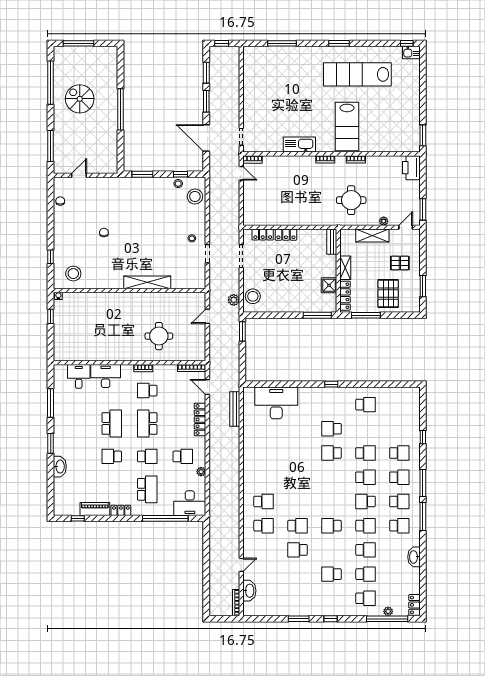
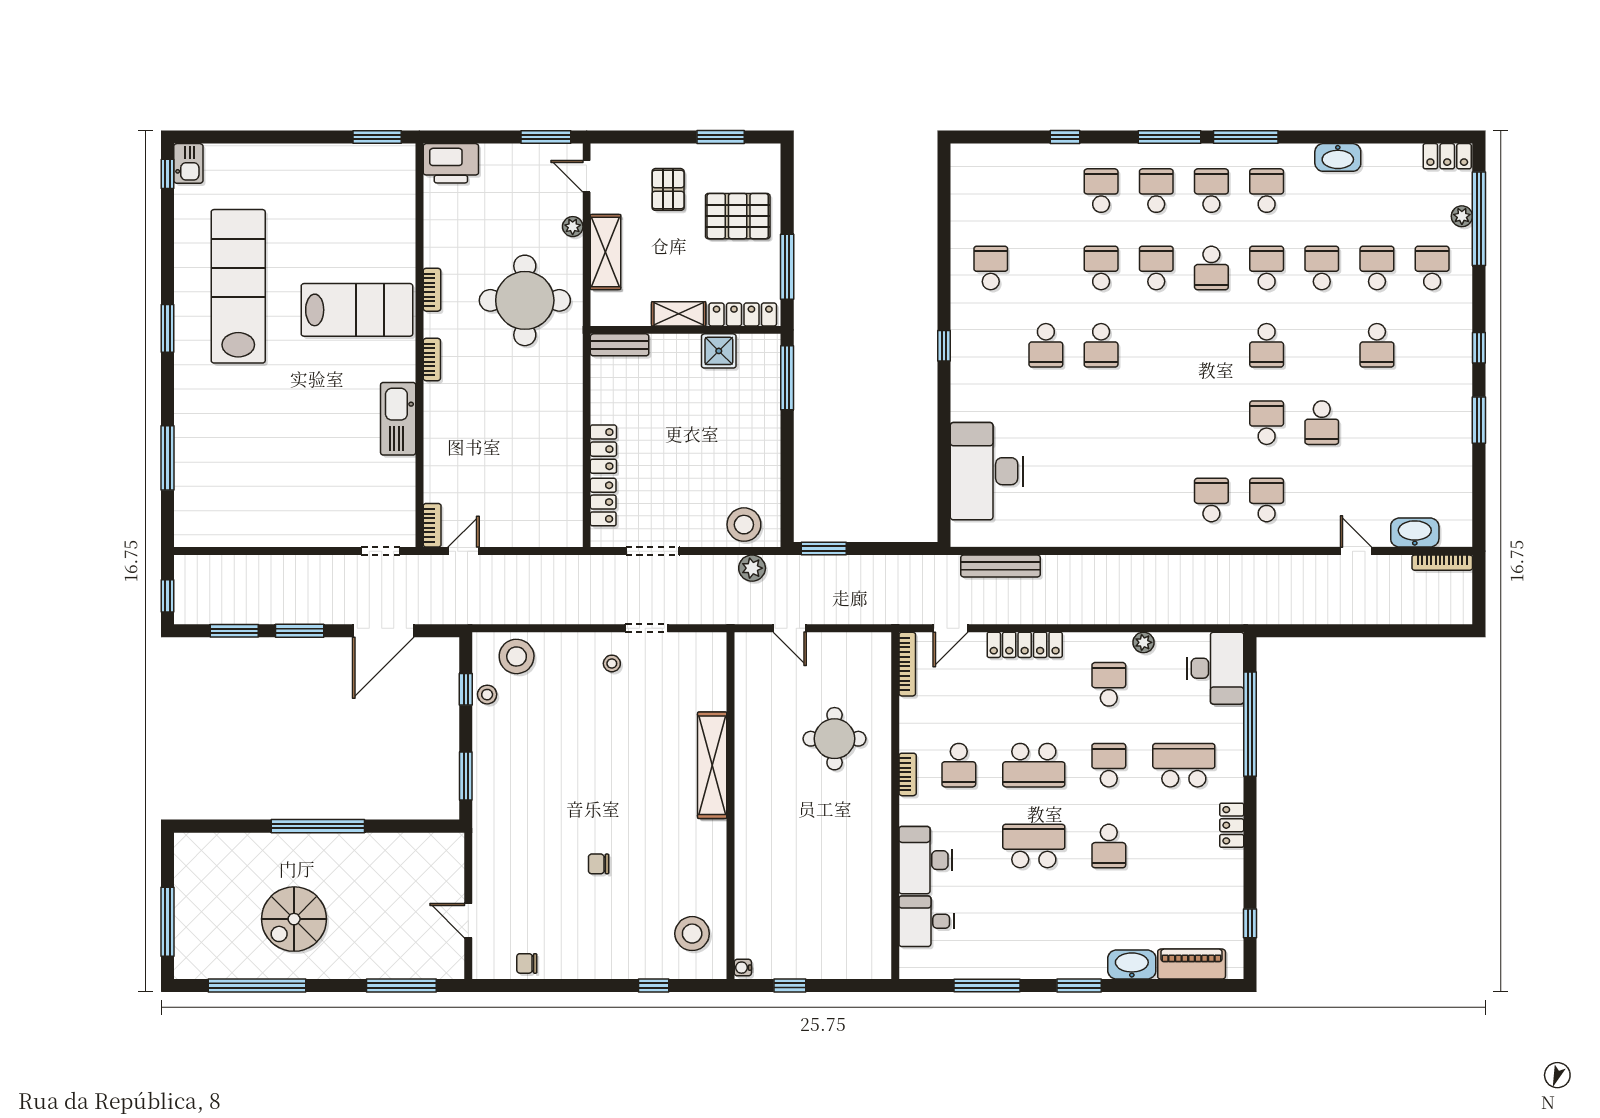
lab bench: (357, 74) -> (238, 286), turned 180
round table: (351, 200) -> (525, 300), width x1.36, depth x1.36
piano: (95, 509) -> (1192, 964), moved, turned 90

